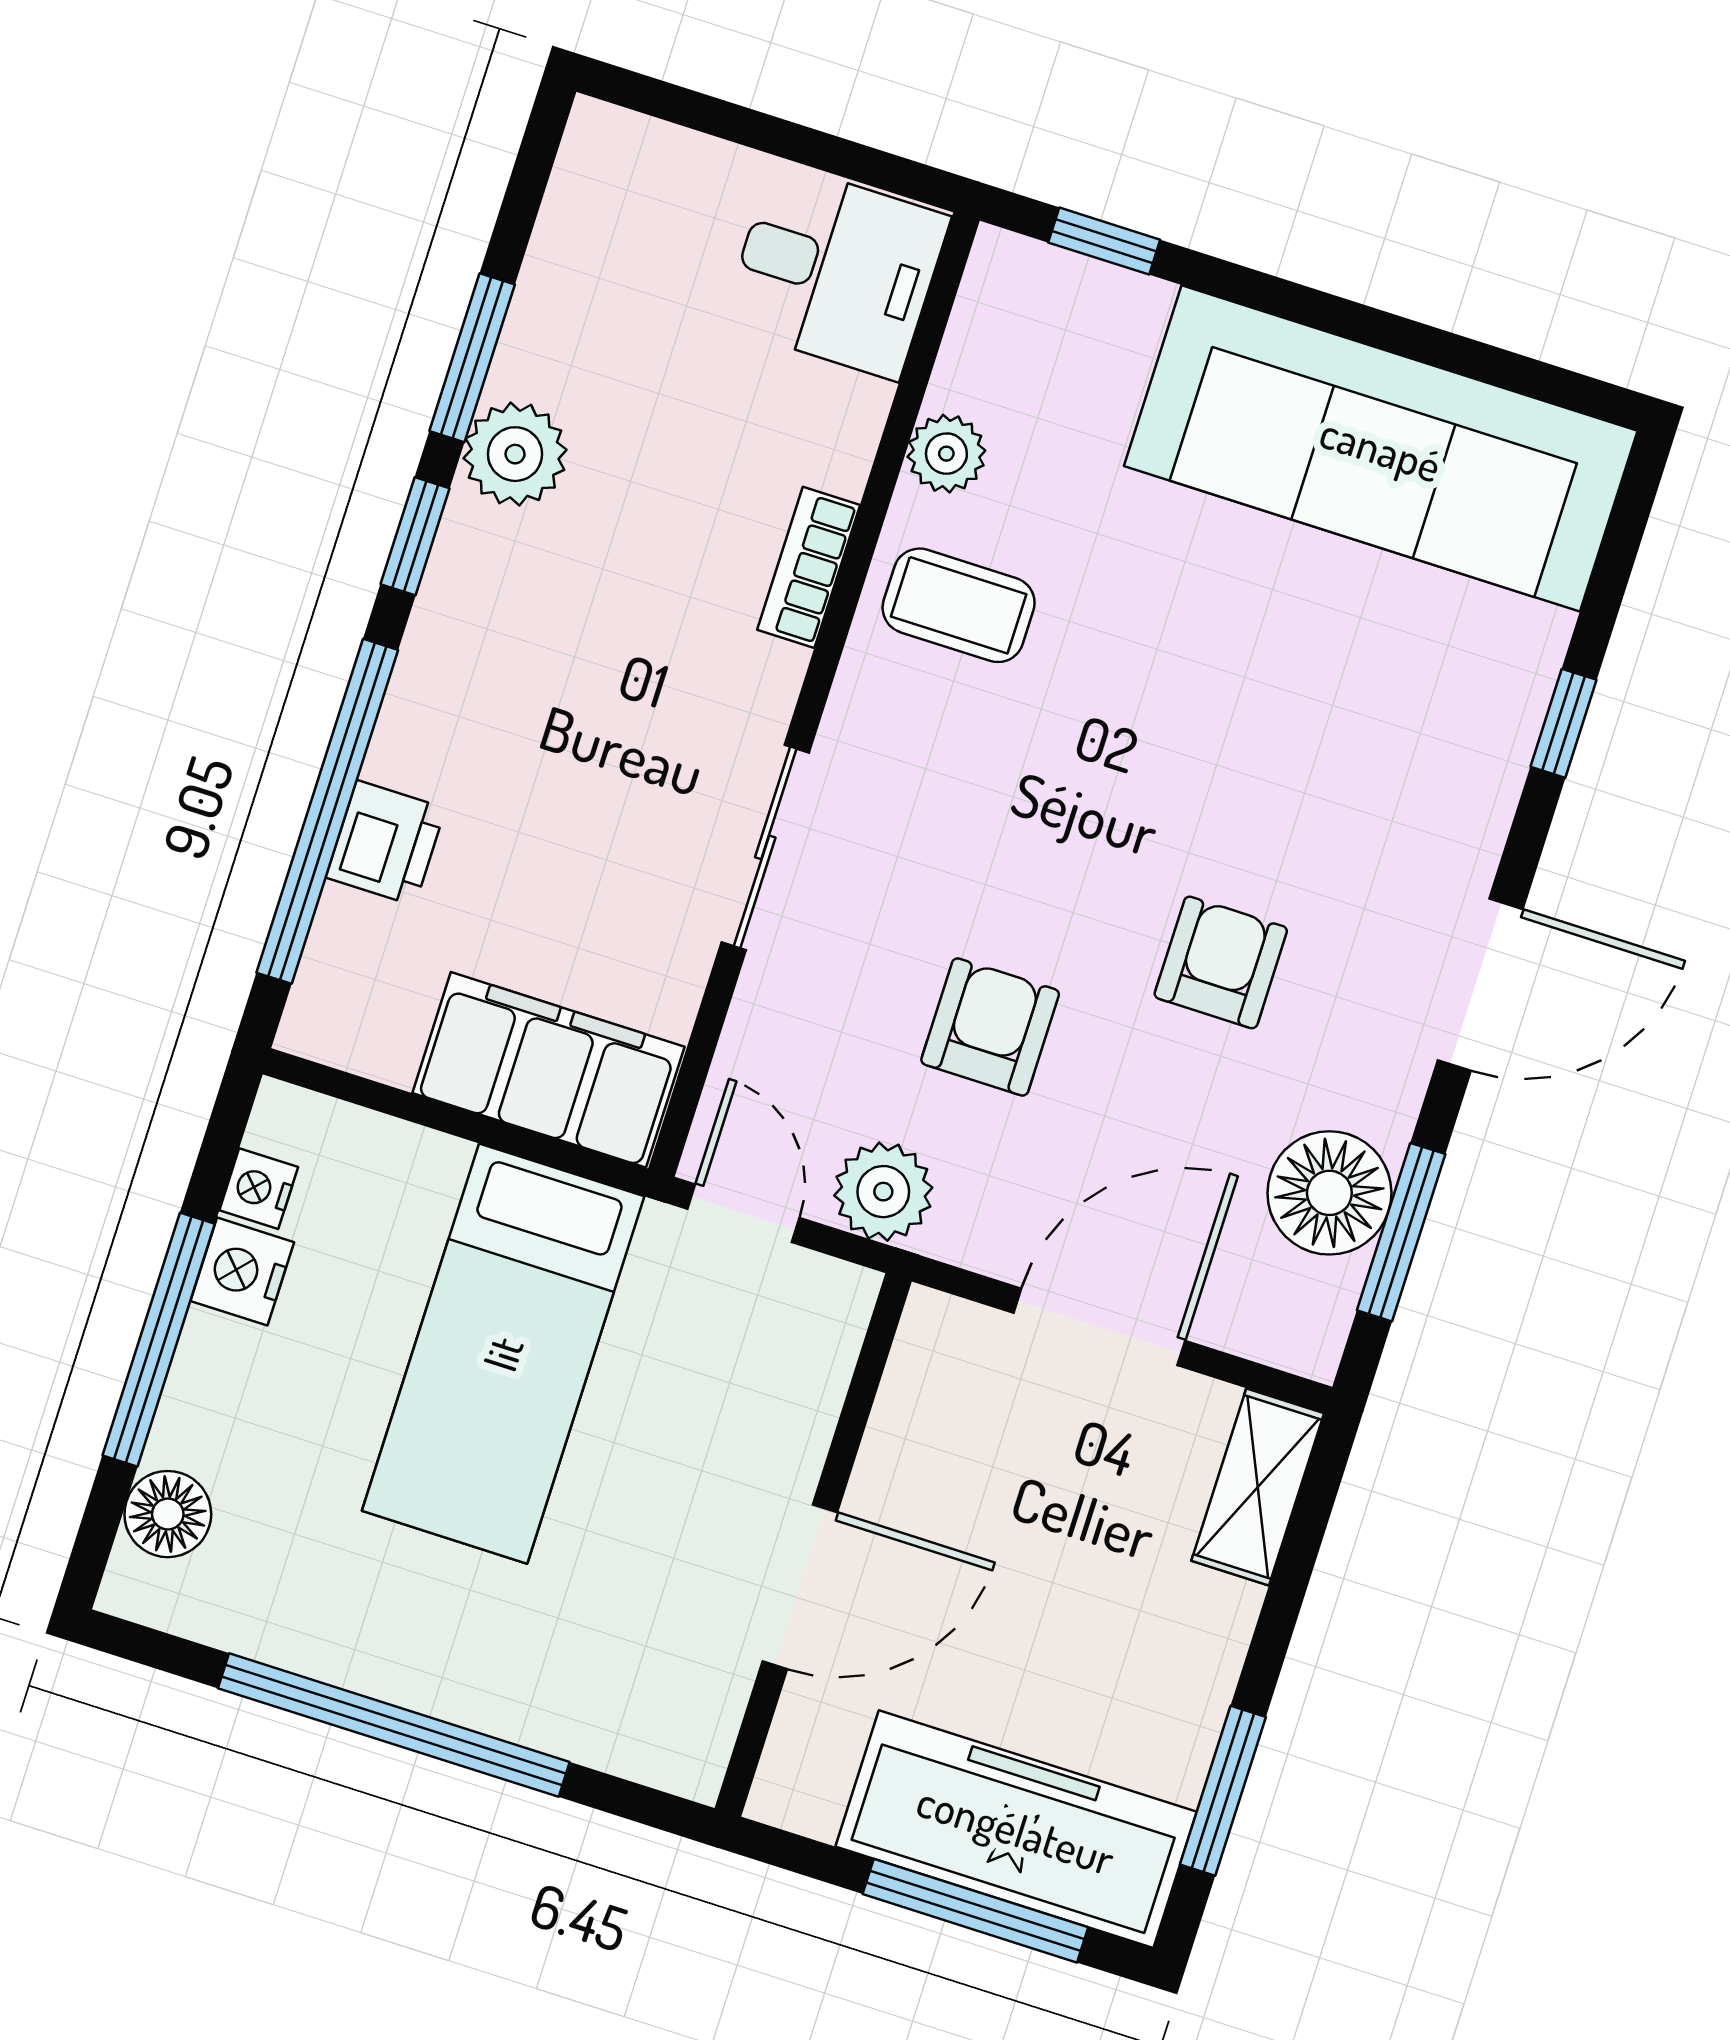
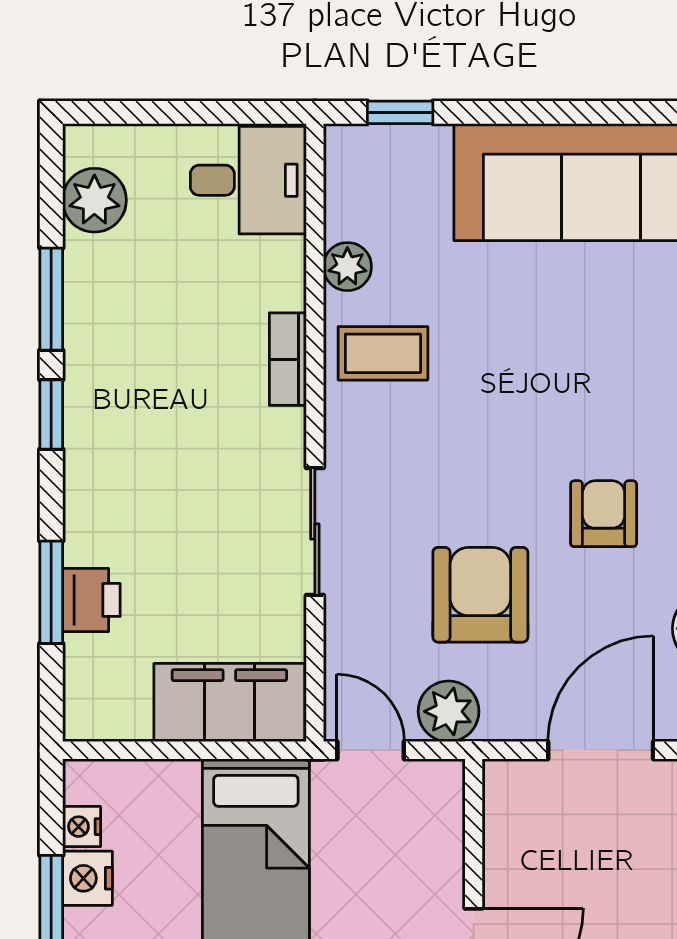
plant: (515, 454) -> (94, 200), moved
window: (327, 811) -> (51, 592), width x0.47
armchair: (990, 1027) -> (480, 595), width x1.38, depth x1.38

